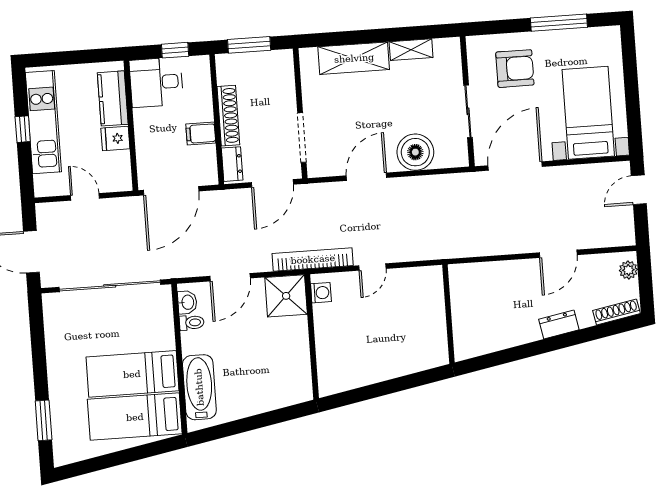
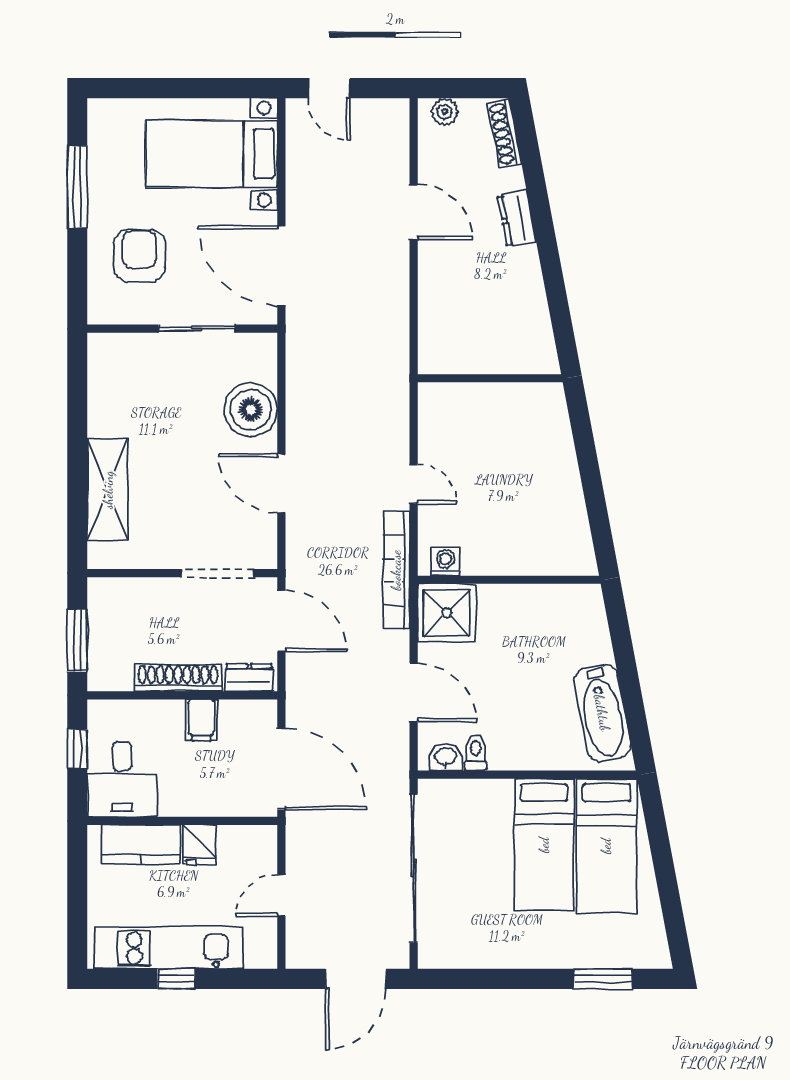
shelving: (411, 50) -> (101, 405), removed
bathtub: (199, 387) -> (602, 713), moved, turned -101

